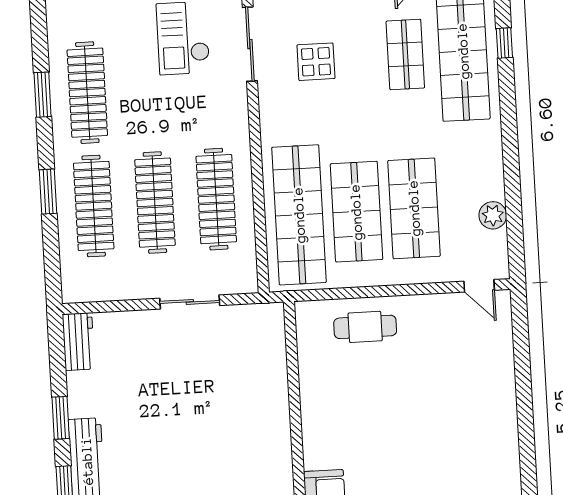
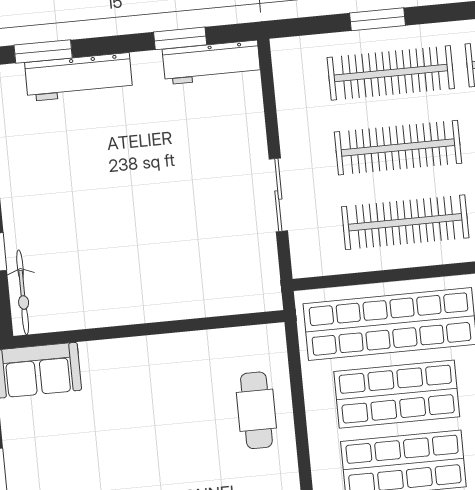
window: (48, 192) -> (377, 19), moved
workbench: (79, 342) -> (212, 62), width x1.38
window: (61, 418) -> (180, 38), moved

